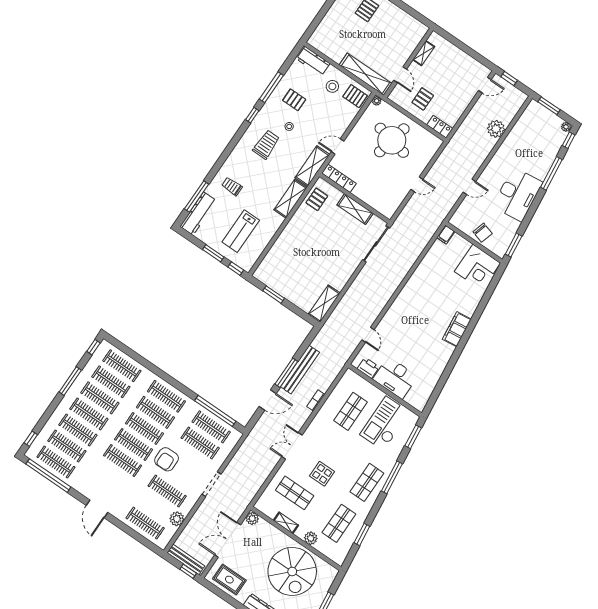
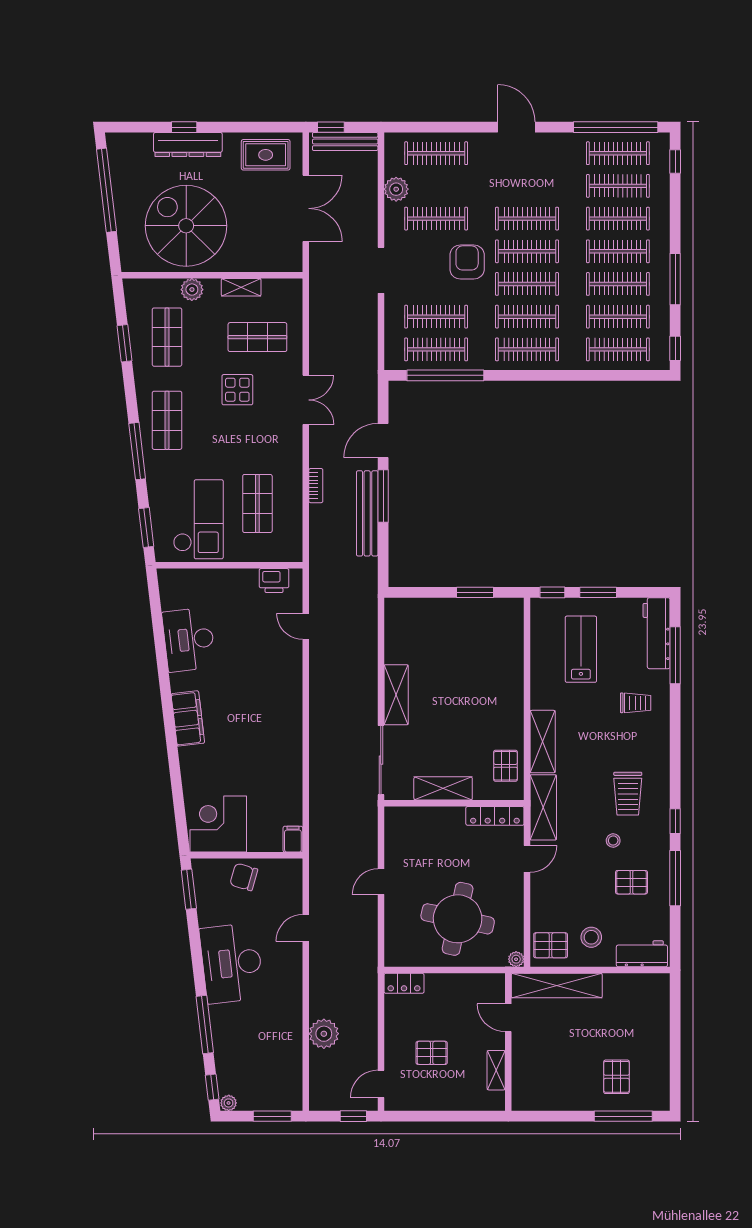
pallet: (423, 99) -> (432, 1053), moved, turned 90
shelving: (324, 304) -> (396, 695), moved
desk: (395, 378) -> (189, 640), moved, turned -97
plant: (252, 518) -> (292, 261), removed

